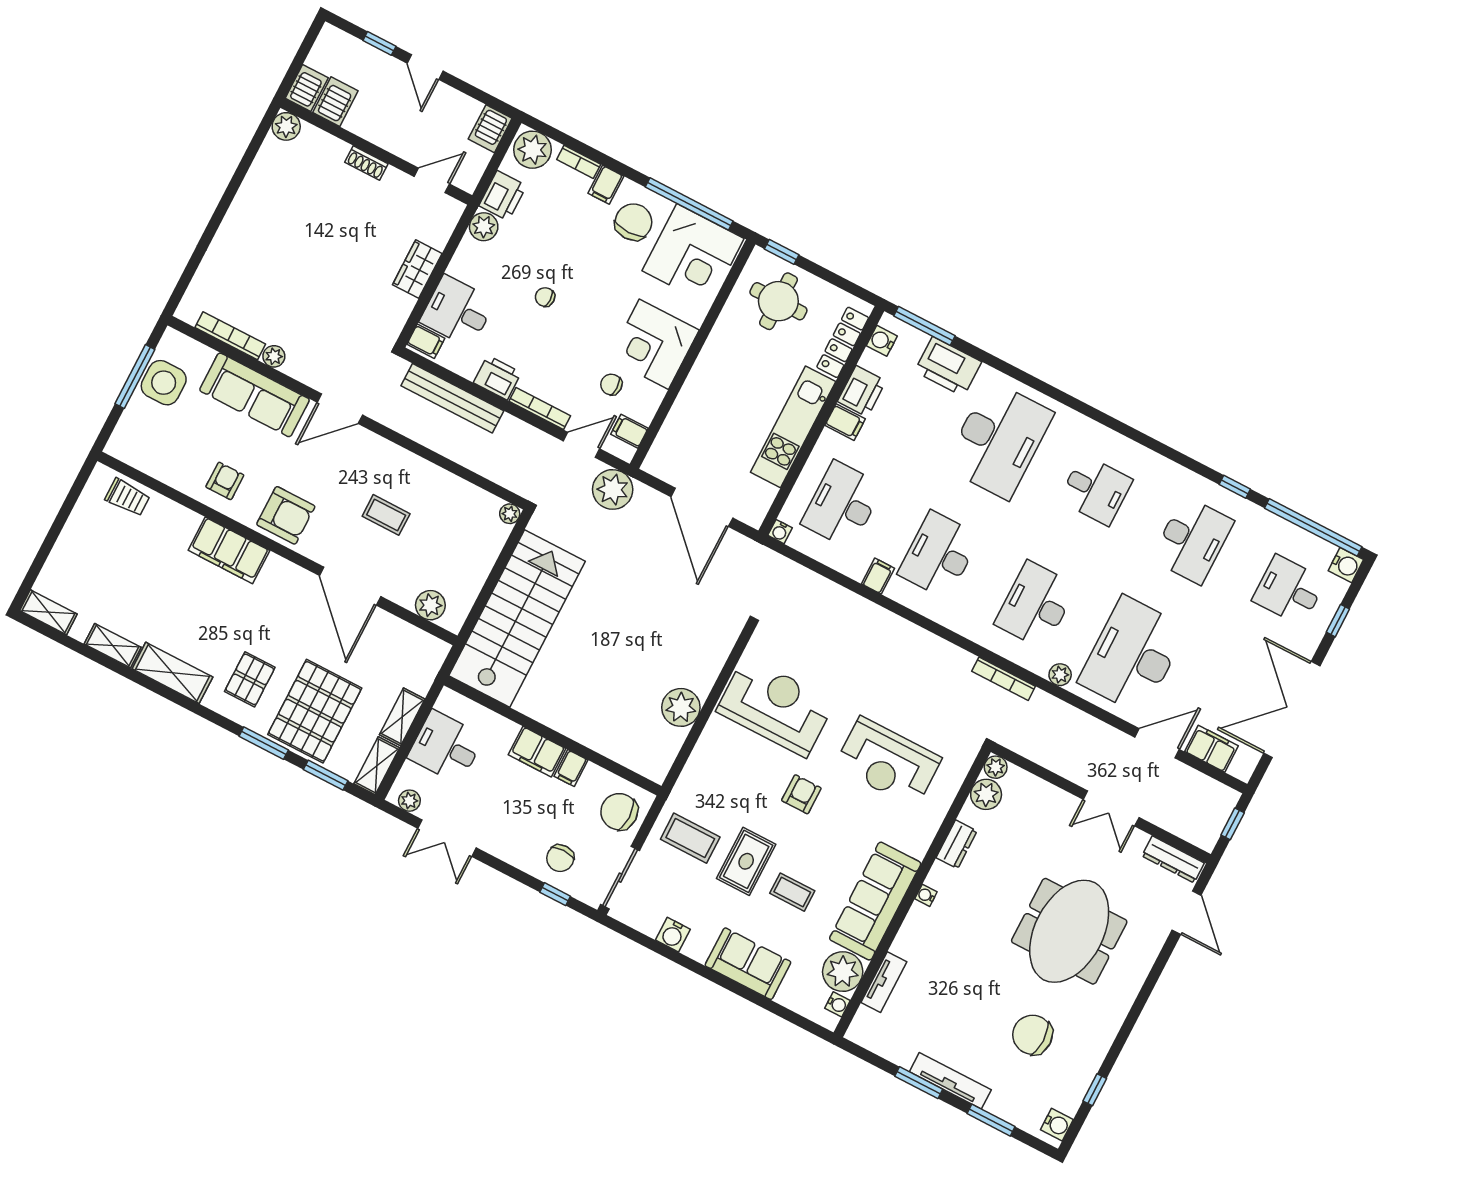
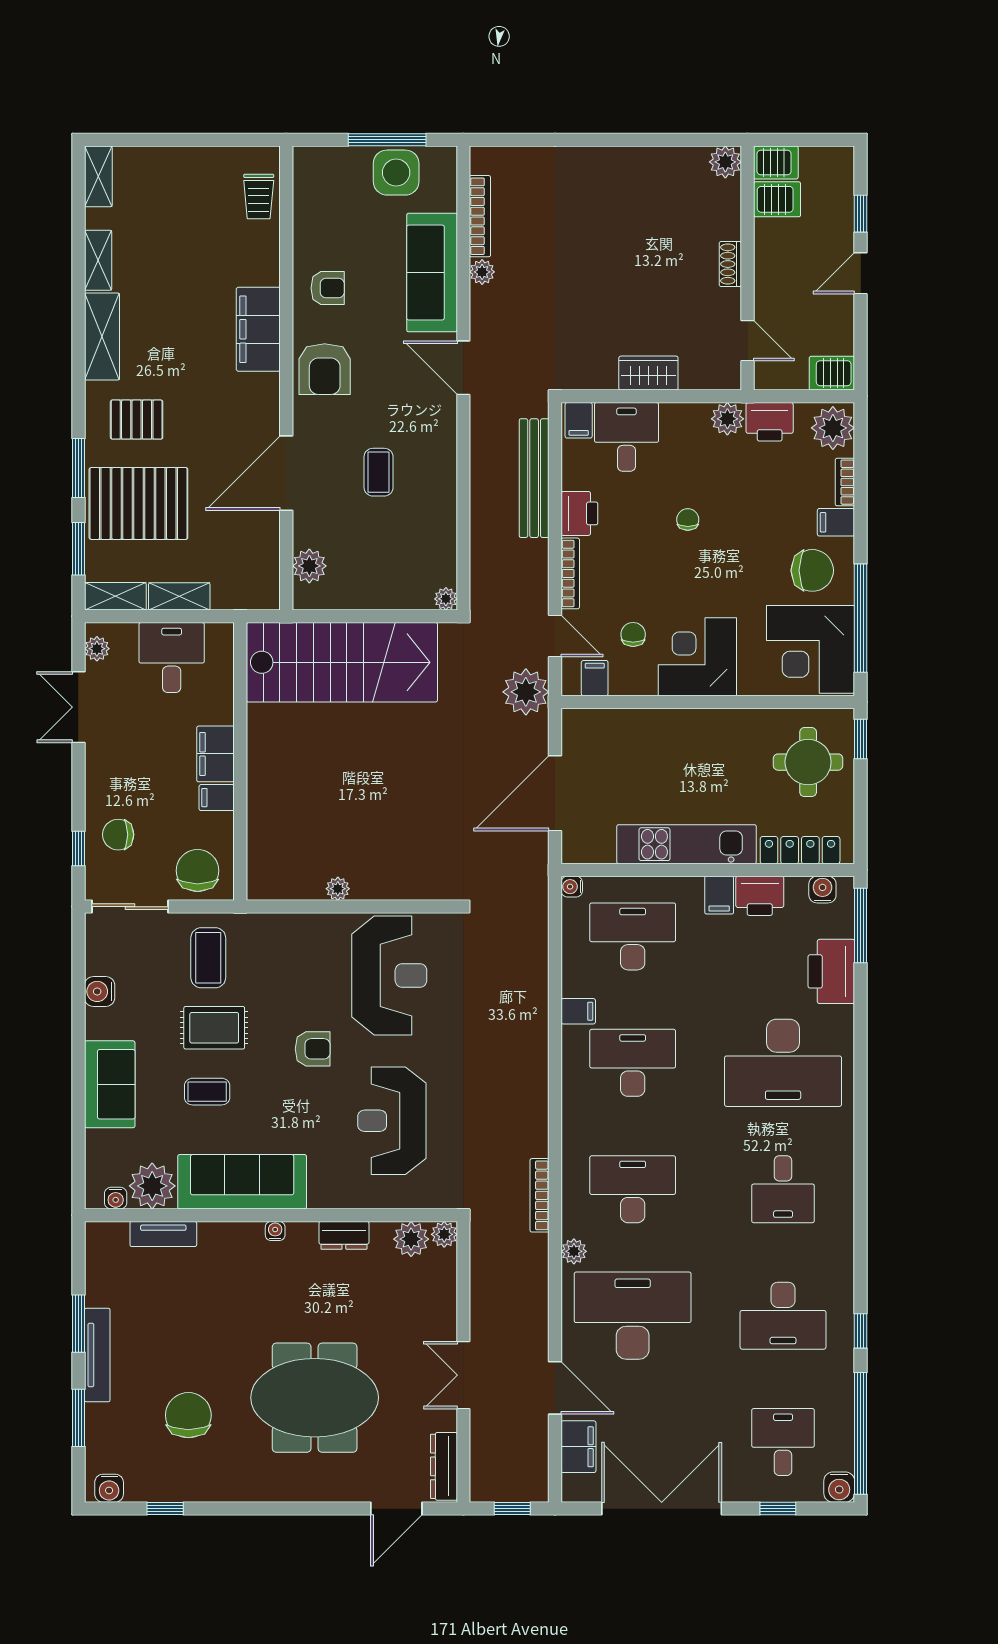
plant: (681, 707) -> (338, 889), width x0.53, depth x0.53
coffee table: (792, 892) -> (207, 1092), turned 90

